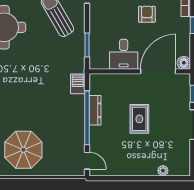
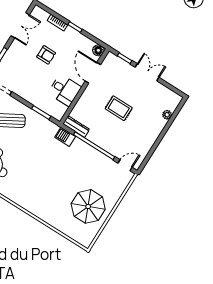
armchair: (147, 14) -> (46, 55), turned 180
door: (158, 71) -> (93, 73), width x0.73
dresser: (95, 110) -> (76, 127), moved

